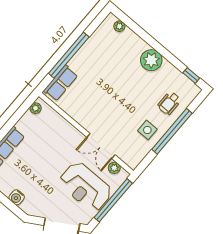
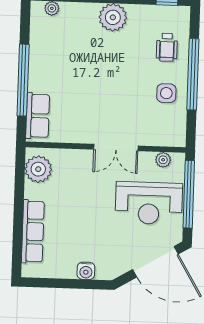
plant: (36, 108) -> (38, 169), width x1.87, depth x1.87
double door: (101, 146) -> (116, 148), moved

